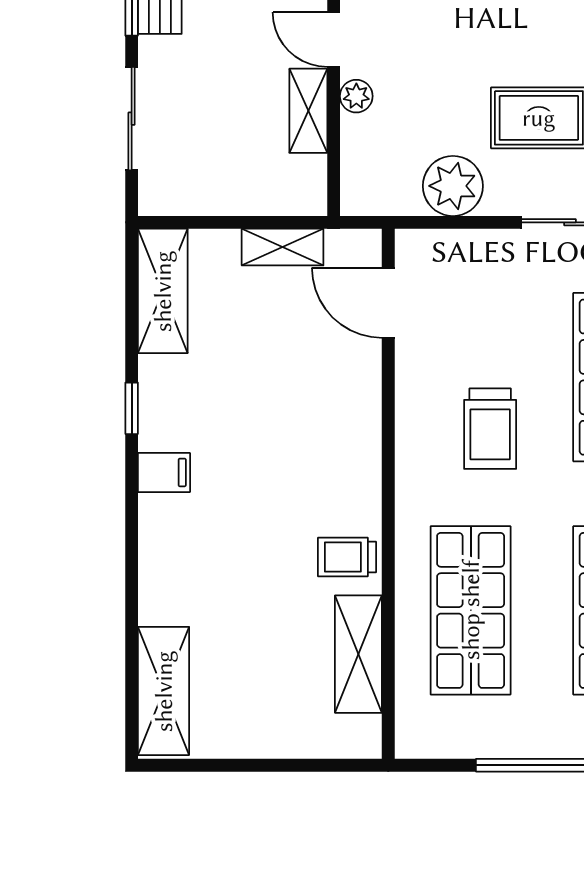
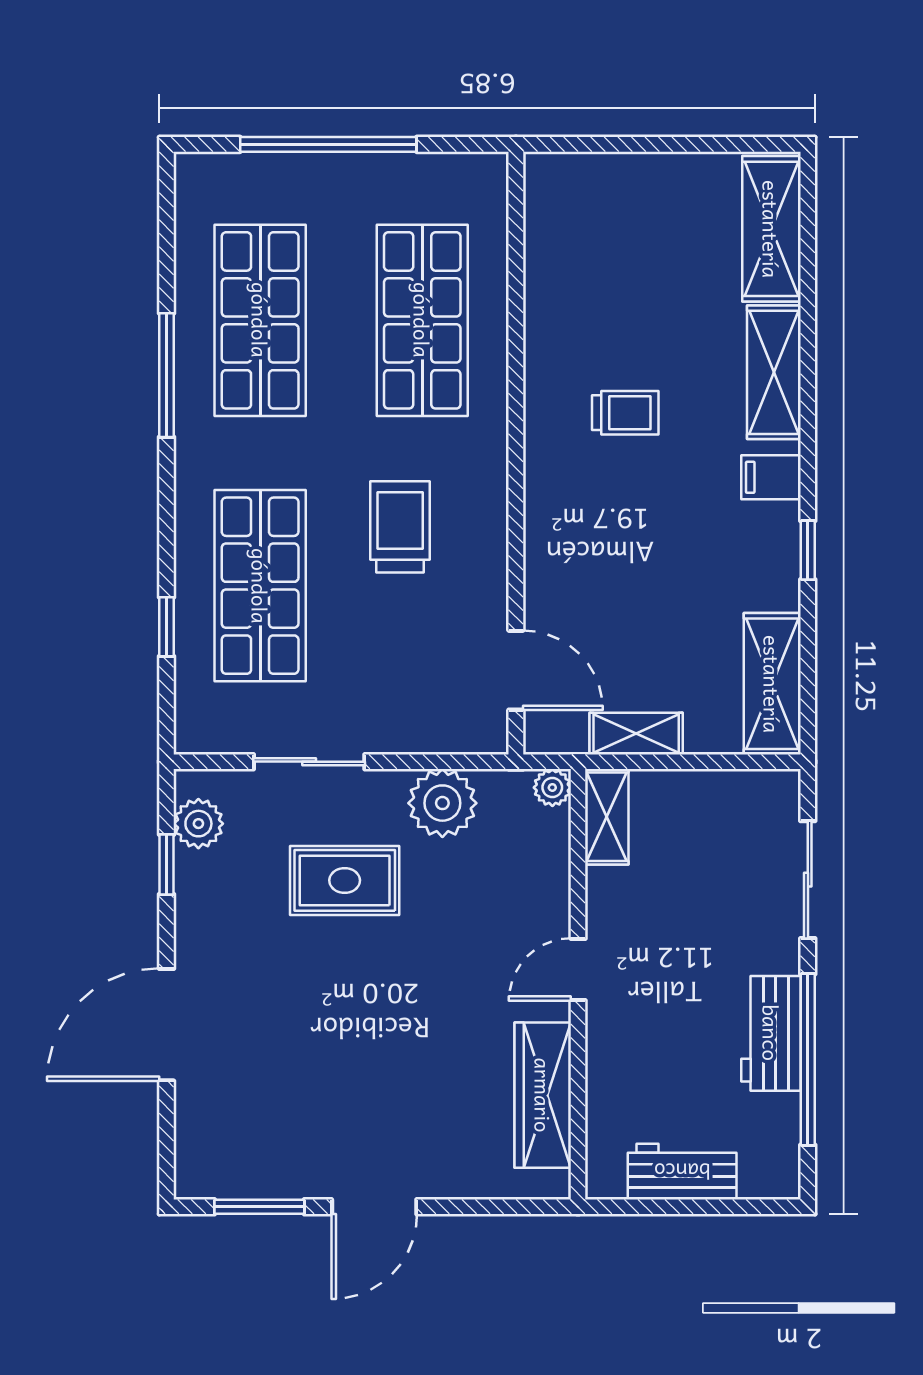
door: (334, 40) -> (578, 970), swing flipped
plant: (356, 96) -> (552, 787), moved
shelving: (308, 111) -> (607, 817), moved
trolley: (347, 557) -> (625, 413), moved
shelving: (358, 654) -> (774, 372), moved

